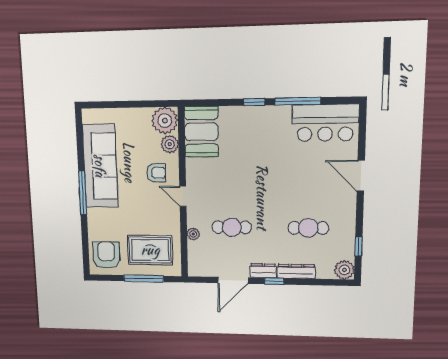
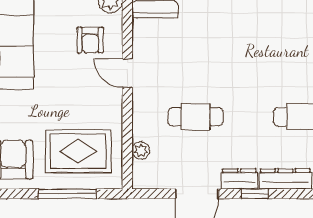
armchair: (156, 173) -> (90, 40), turned 90
plant: (193, 234) -> (141, 151), moved

